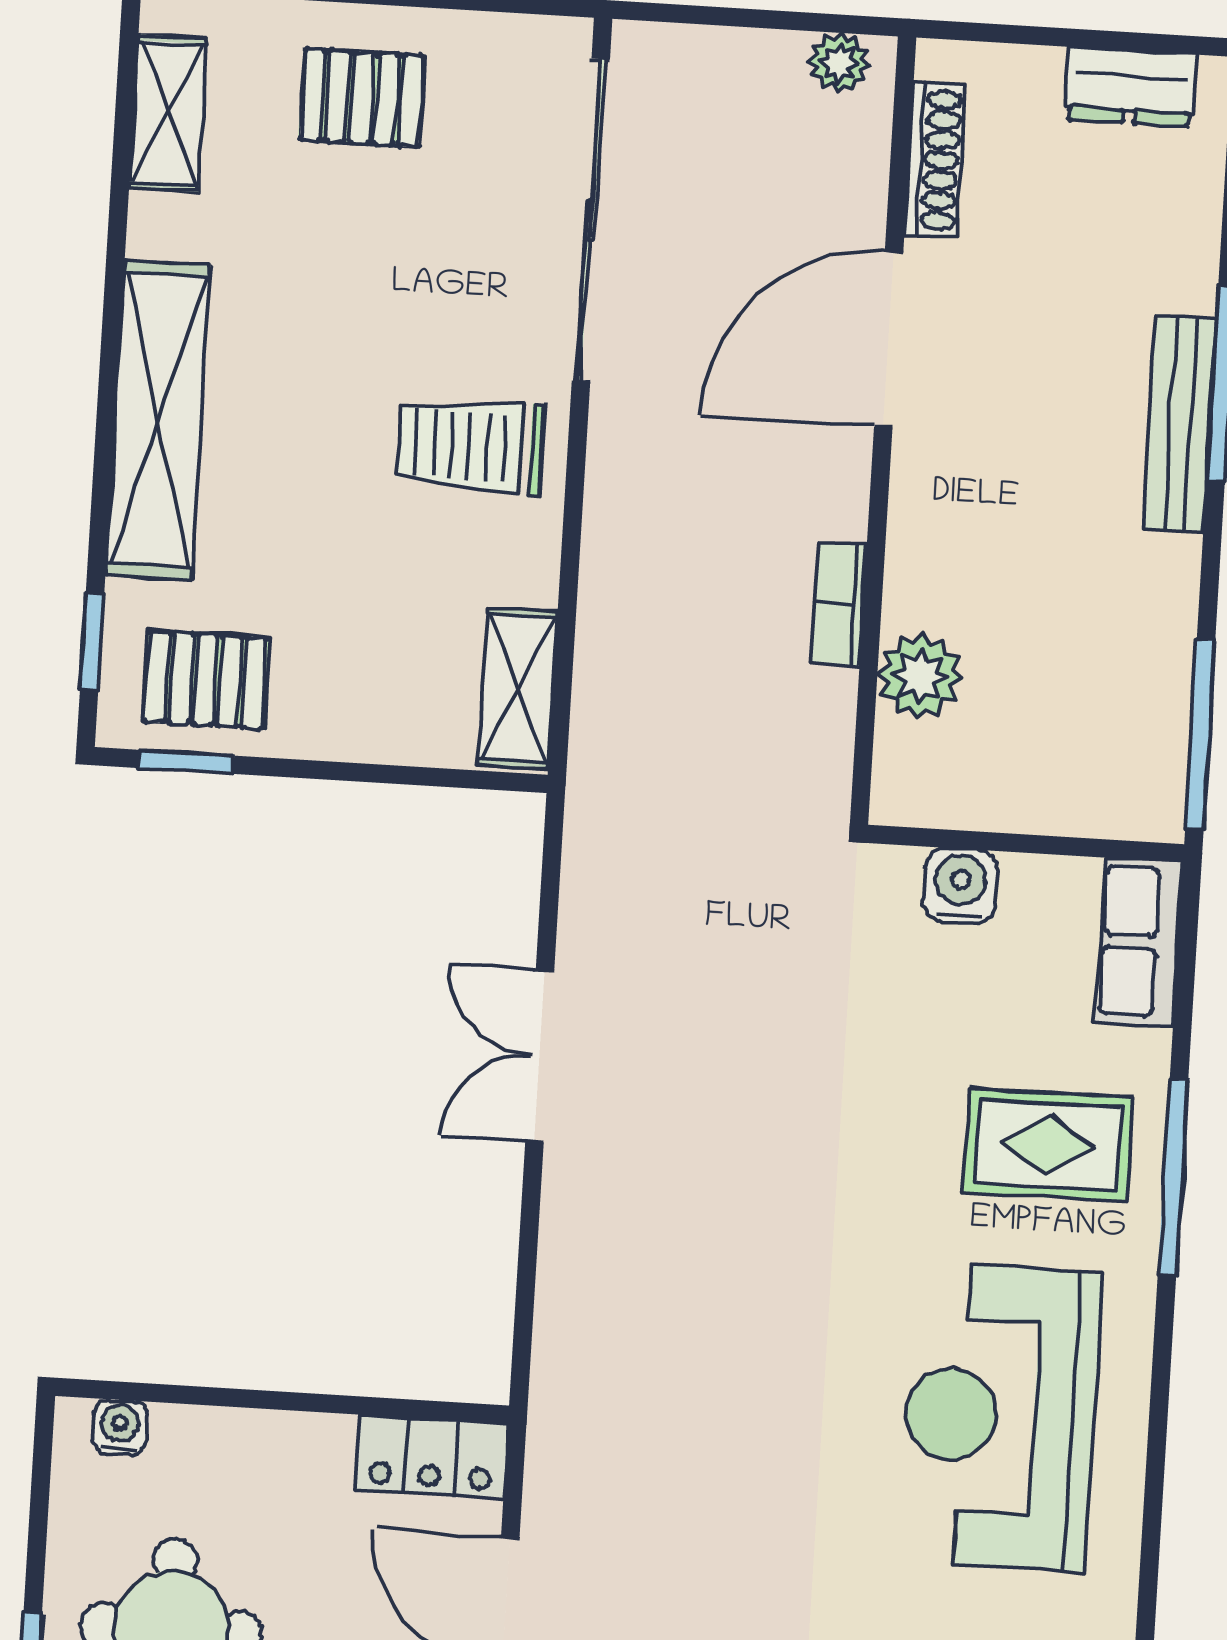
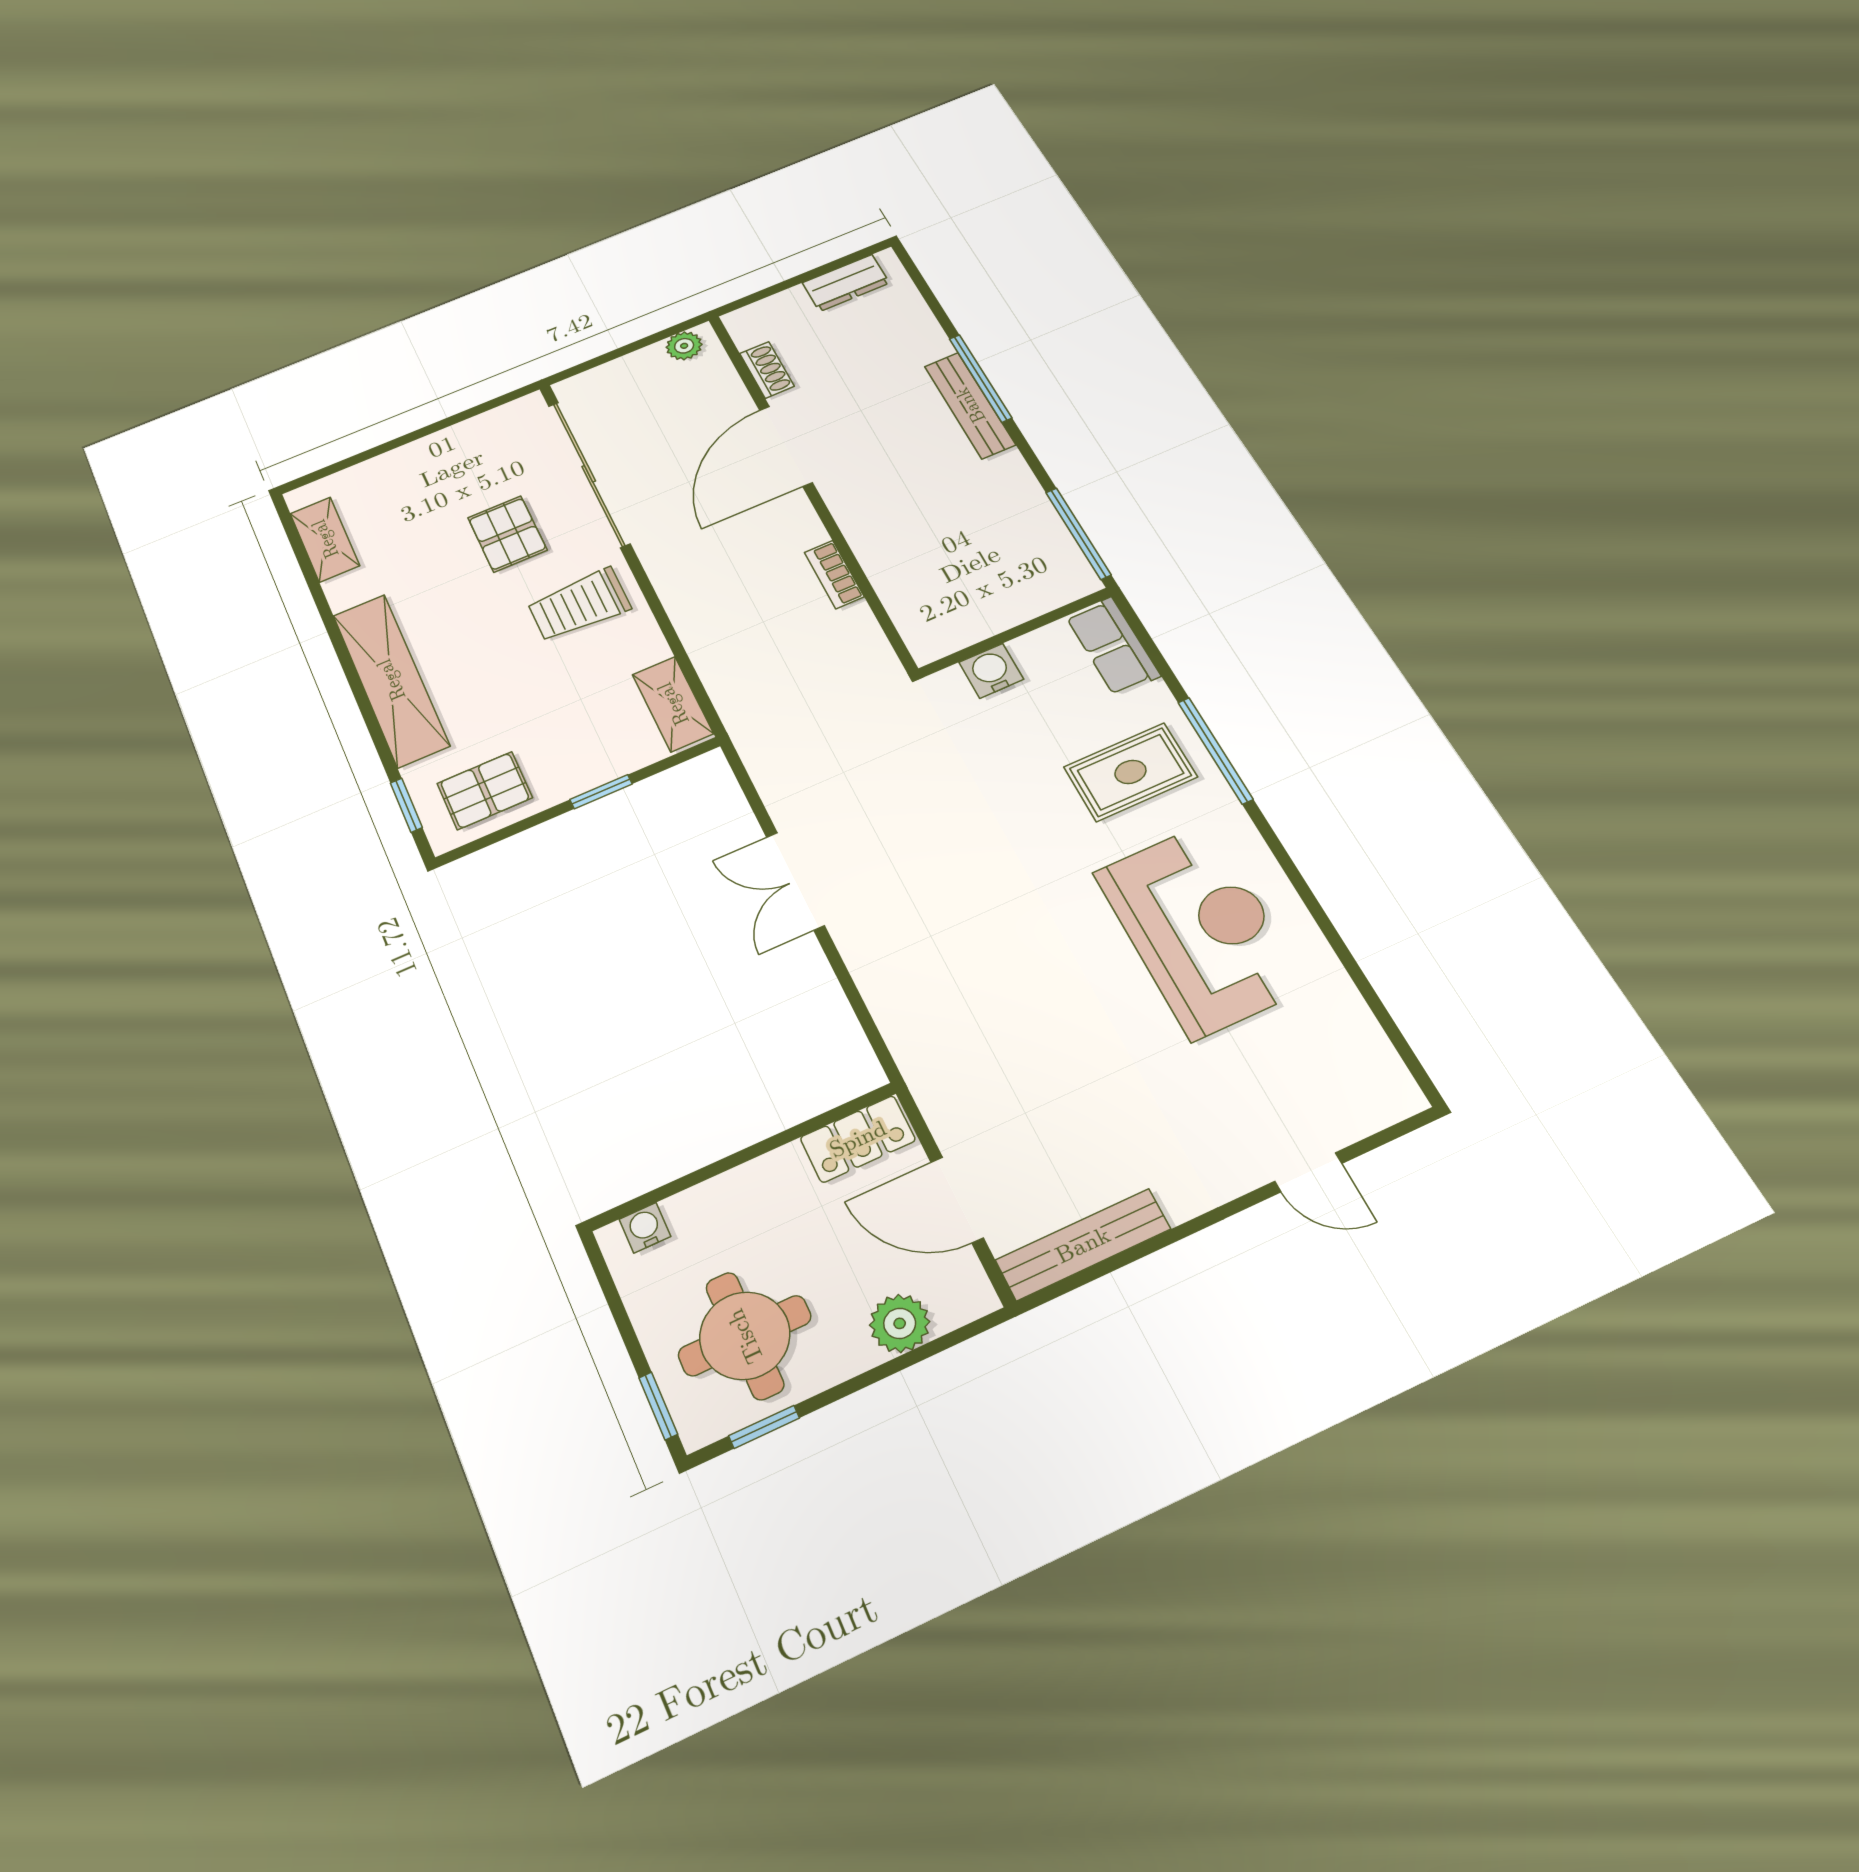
pallet: (362, 98) -> (507, 534), moved, turned 90
shoe rack: (935, 160) -> (767, 370), width x0.70
plant: (920, 676) -> (902, 585), removed
window: (186, 762) -> (601, 792), moved
reception desk: (1000, 1417) -> (1200, 929), turned 180

